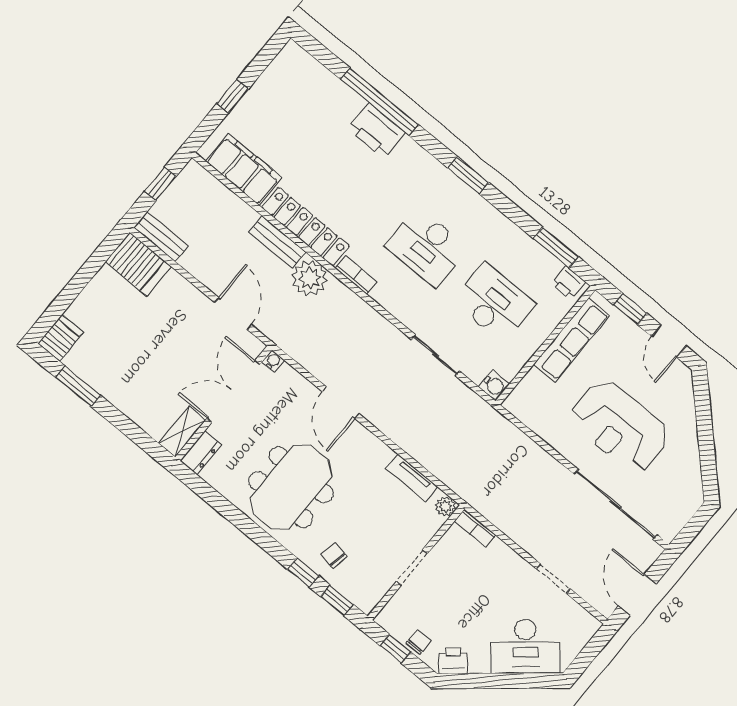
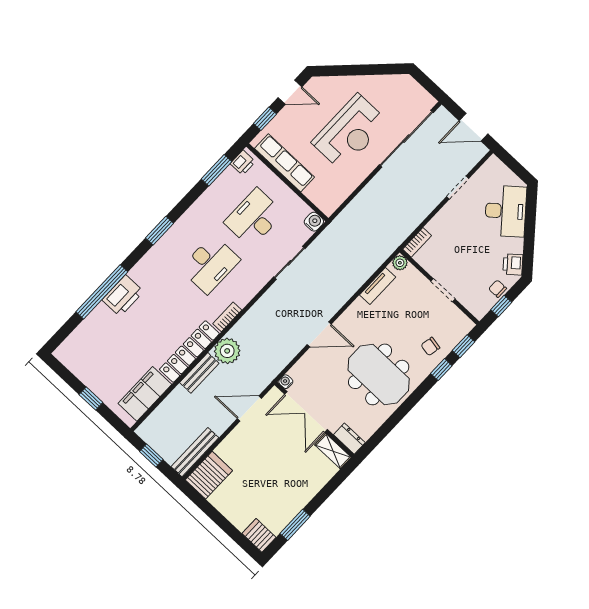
bench: (161, 237) -> (195, 452), width x1.36

